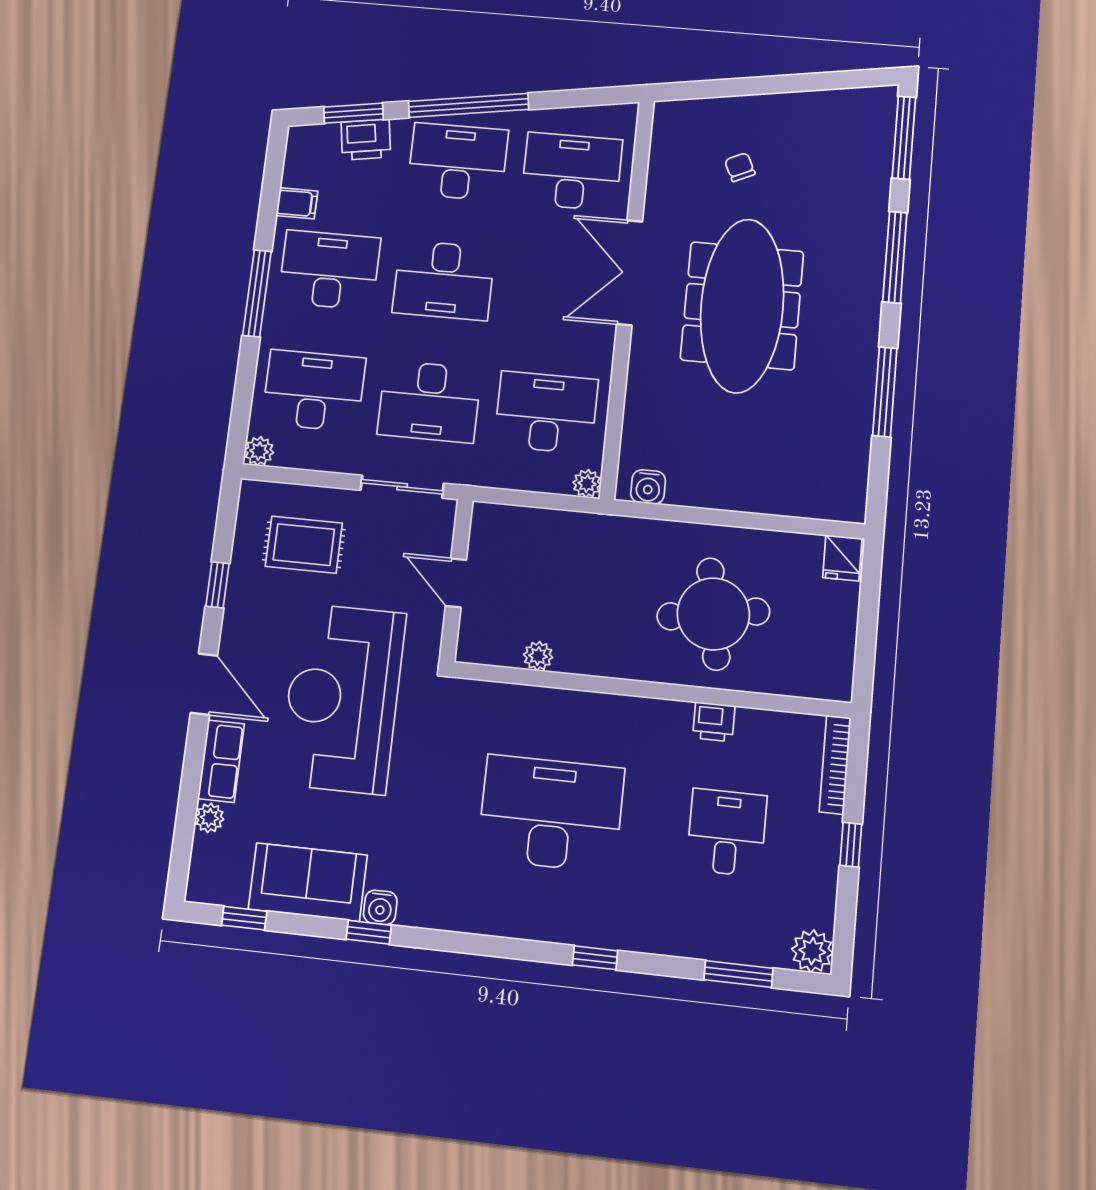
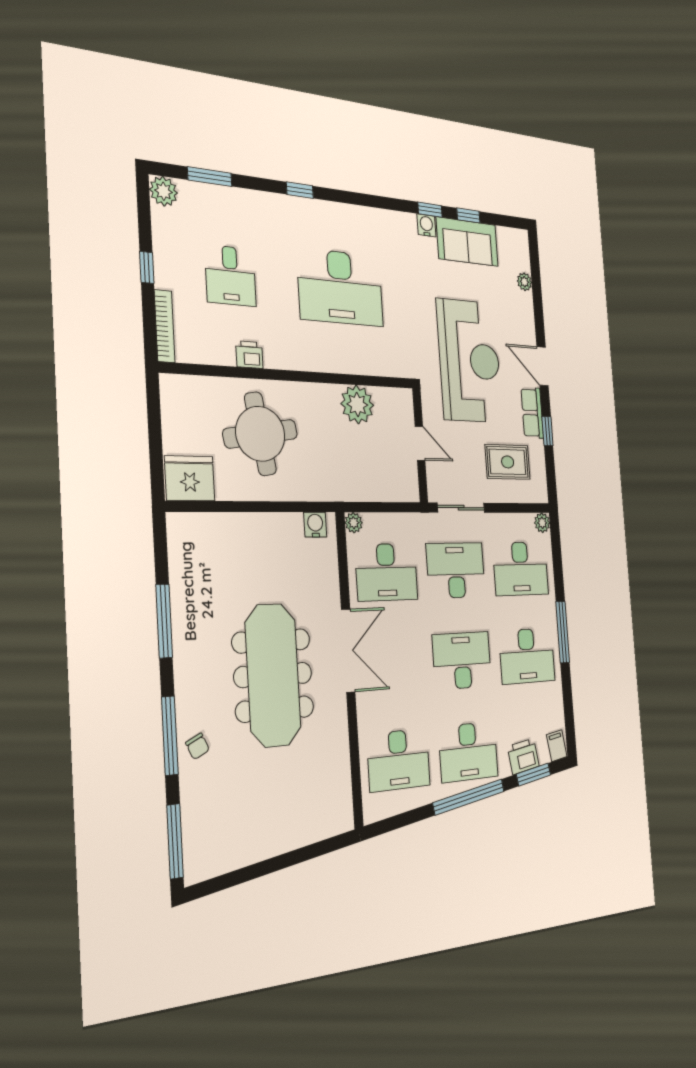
chair: (740, 167) -> (198, 746), moved
filing cabinet: (297, 203) -> (557, 746), moved, turned 81
double door: (630, 273) -> (348, 651), moved
fridge: (842, 558) -> (190, 478), width x1.88, depth x1.34
plant: (538, 656) -> (357, 404), width x1.88, depth x1.88
row of seats: (221, 761) -> (532, 413), moved
window: (244, 918) -> (468, 215), moved

